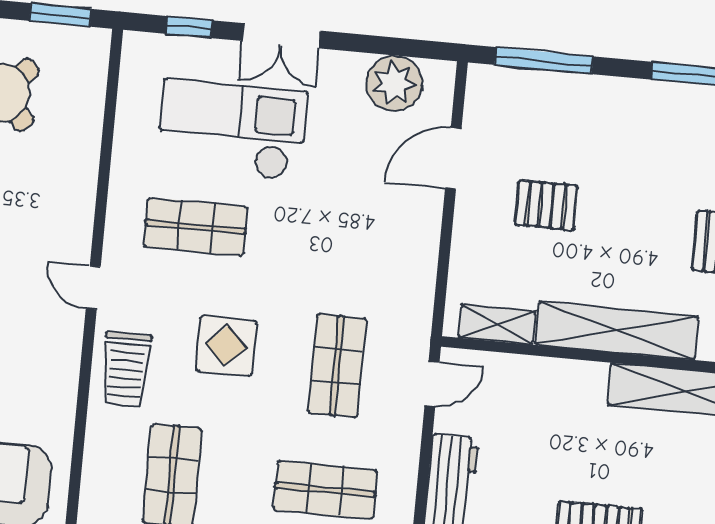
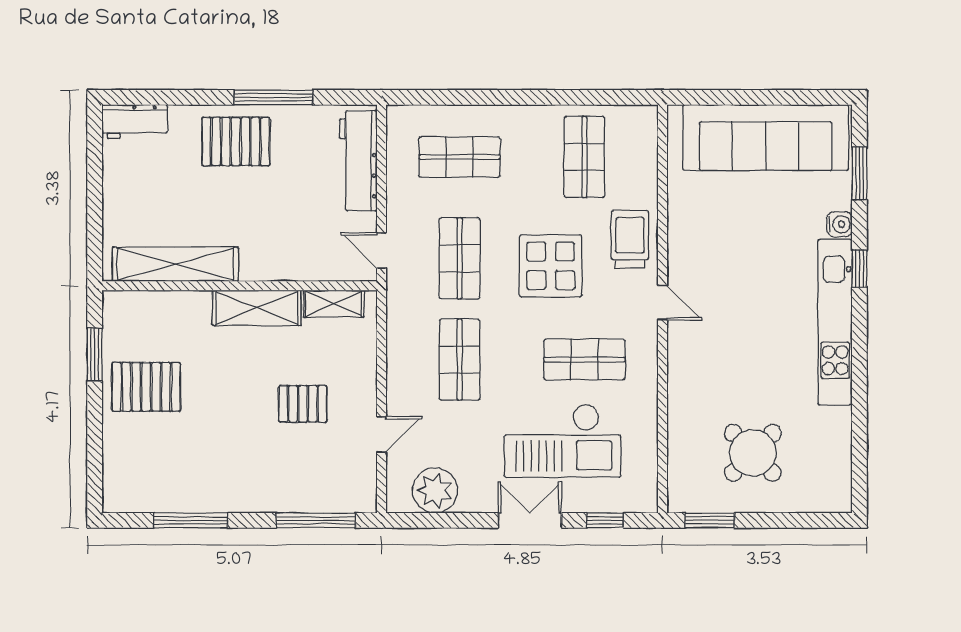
door: (453, 158) -> (381, 434), width x0.73
shop shelf: (349, 241) -> (460, 360), added
shelving: (617, 331) -> (257, 308), width x0.68
display table: (226, 346) -> (551, 266), width x1.36, depth x1.36
door: (432, 384) -> (381, 251), hinge flipped

